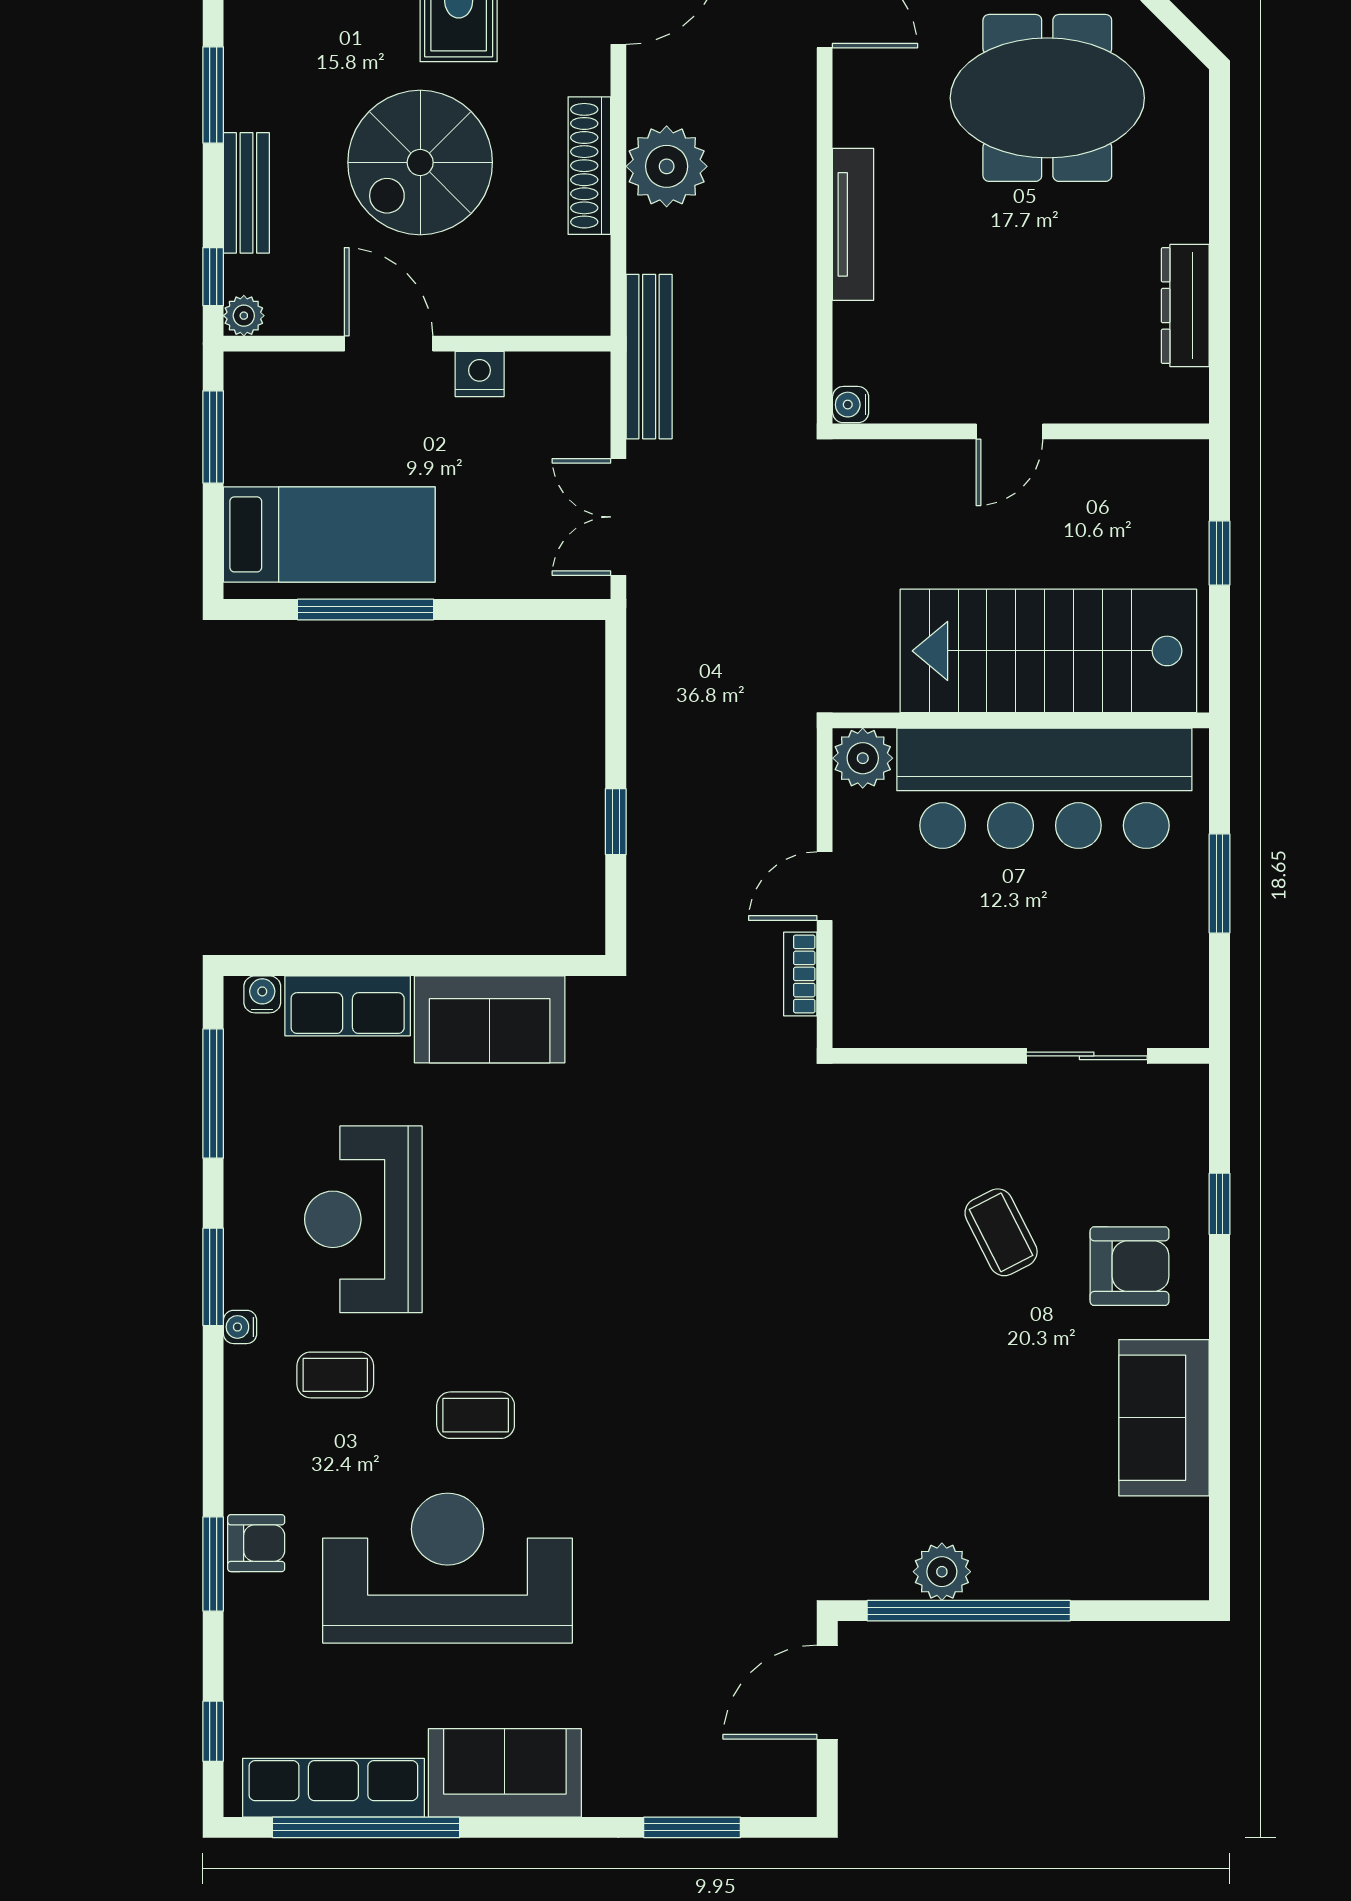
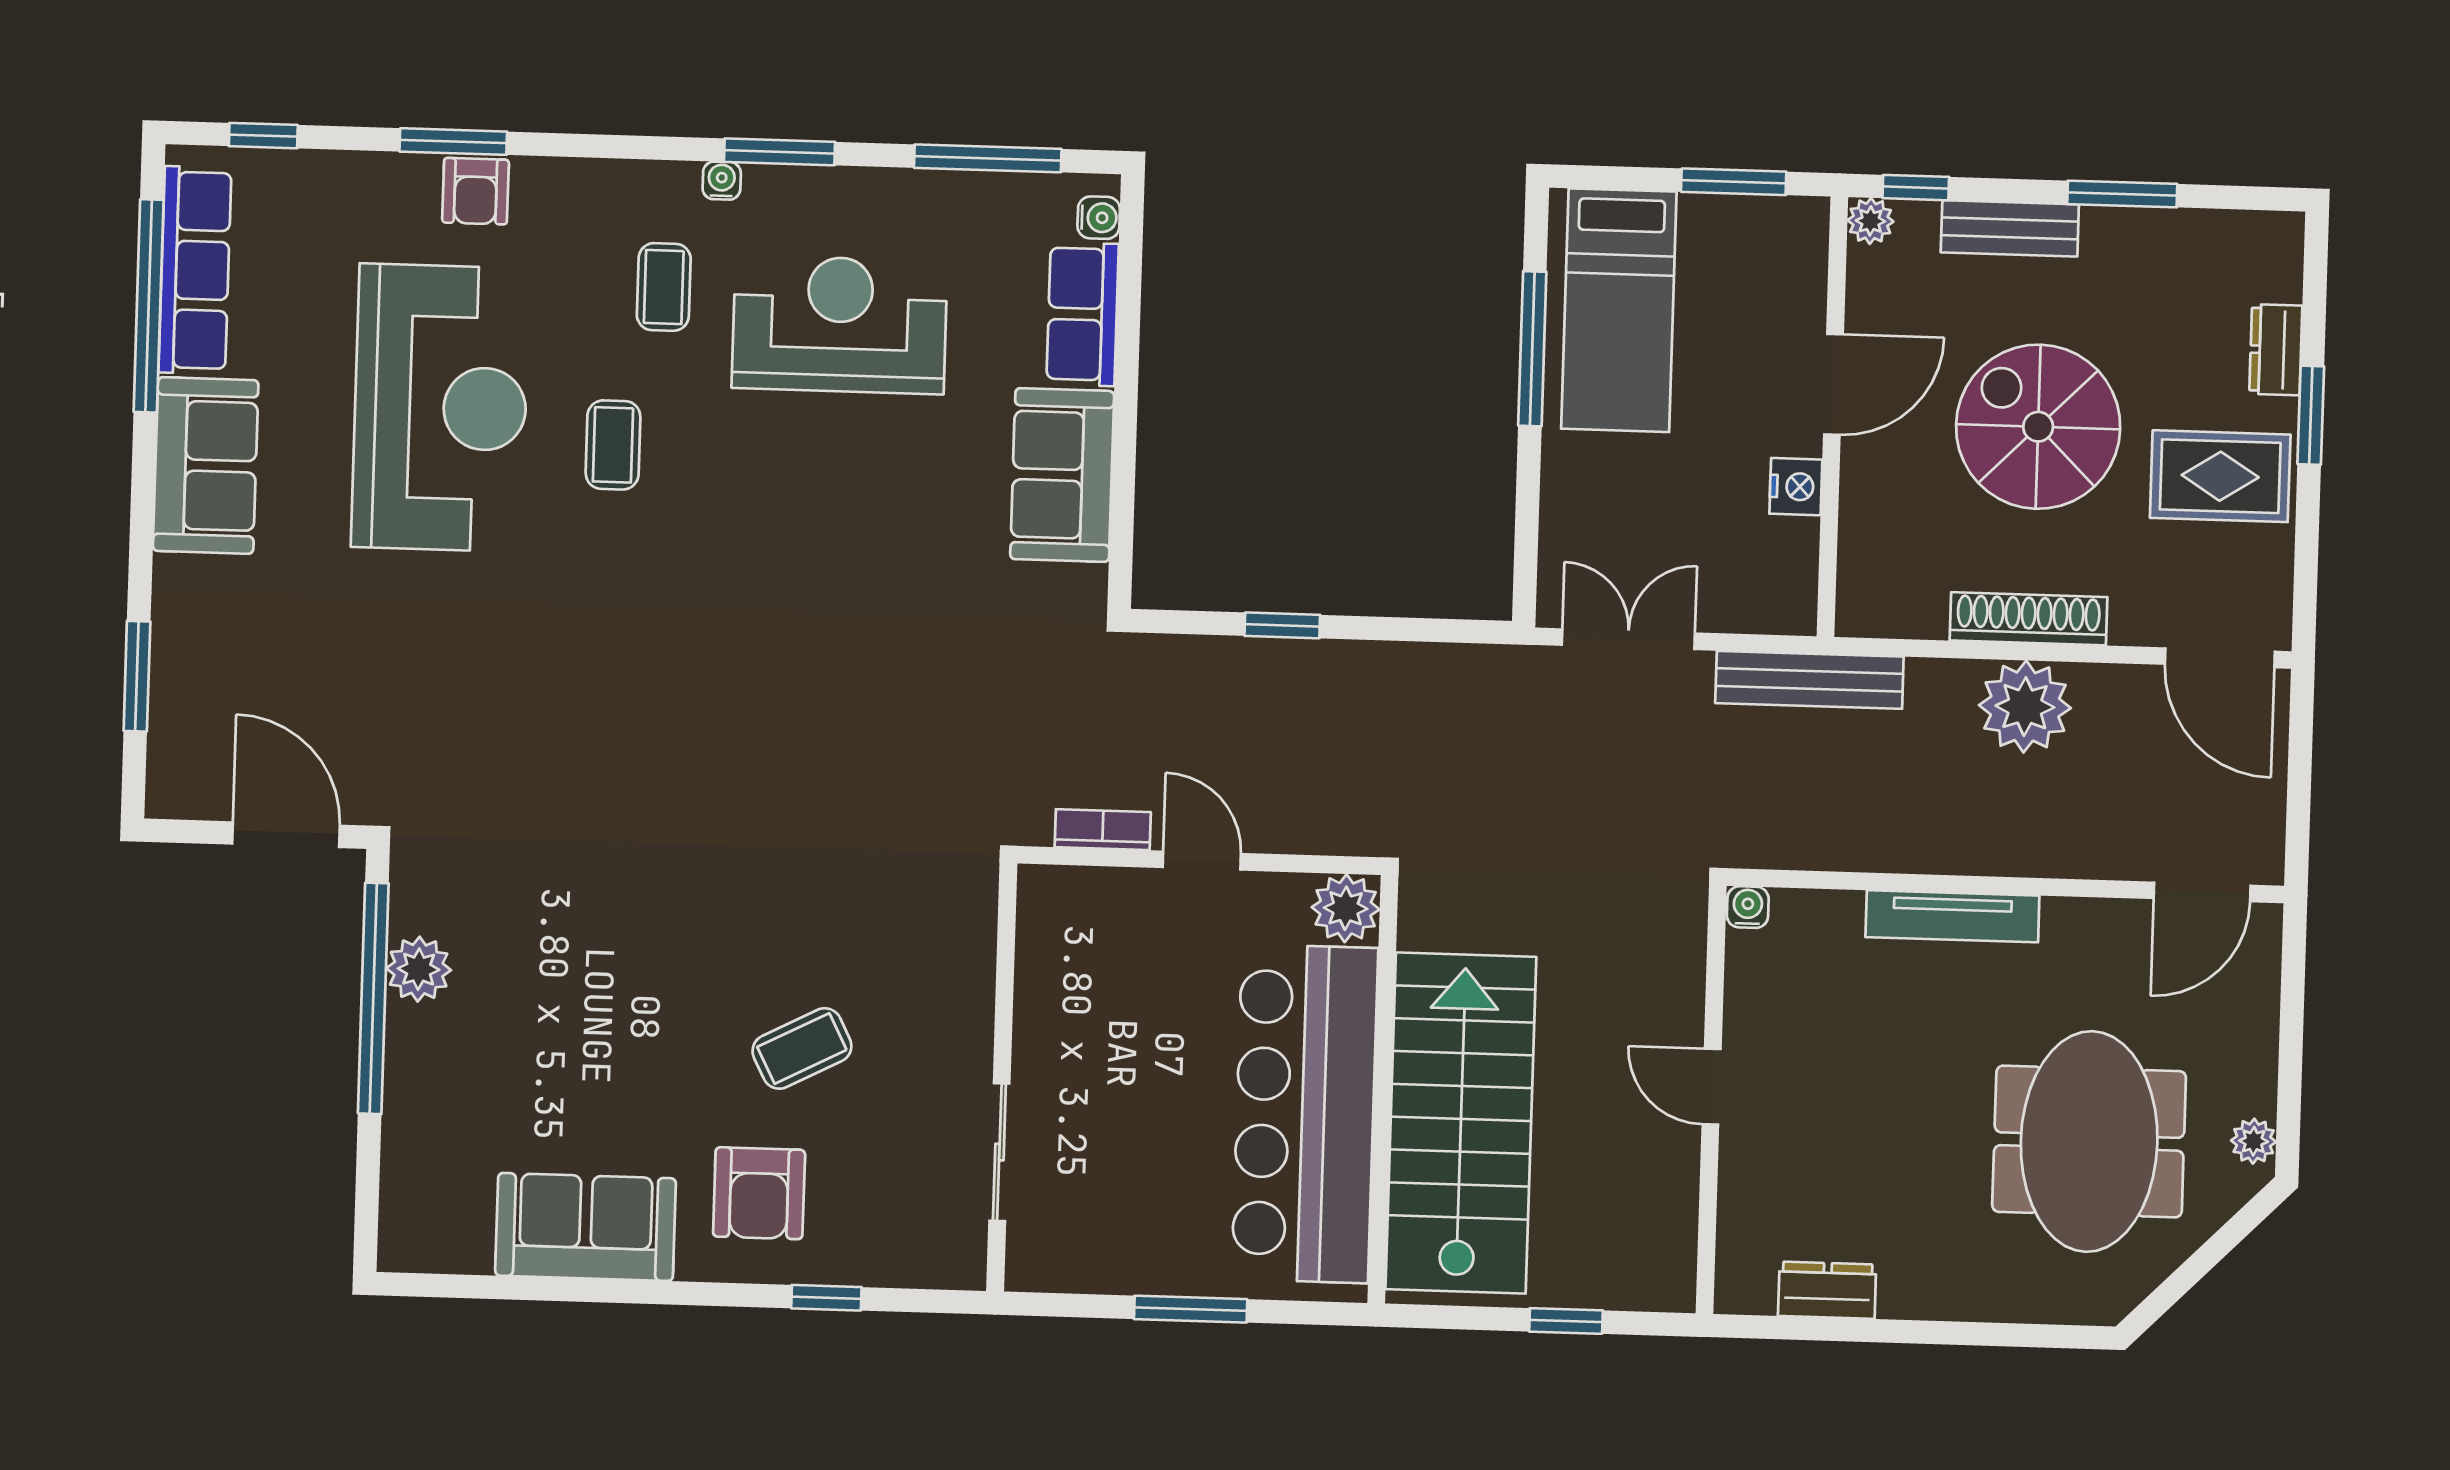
dresser: (1185, 306) -> (1827, 1290), width x0.70

